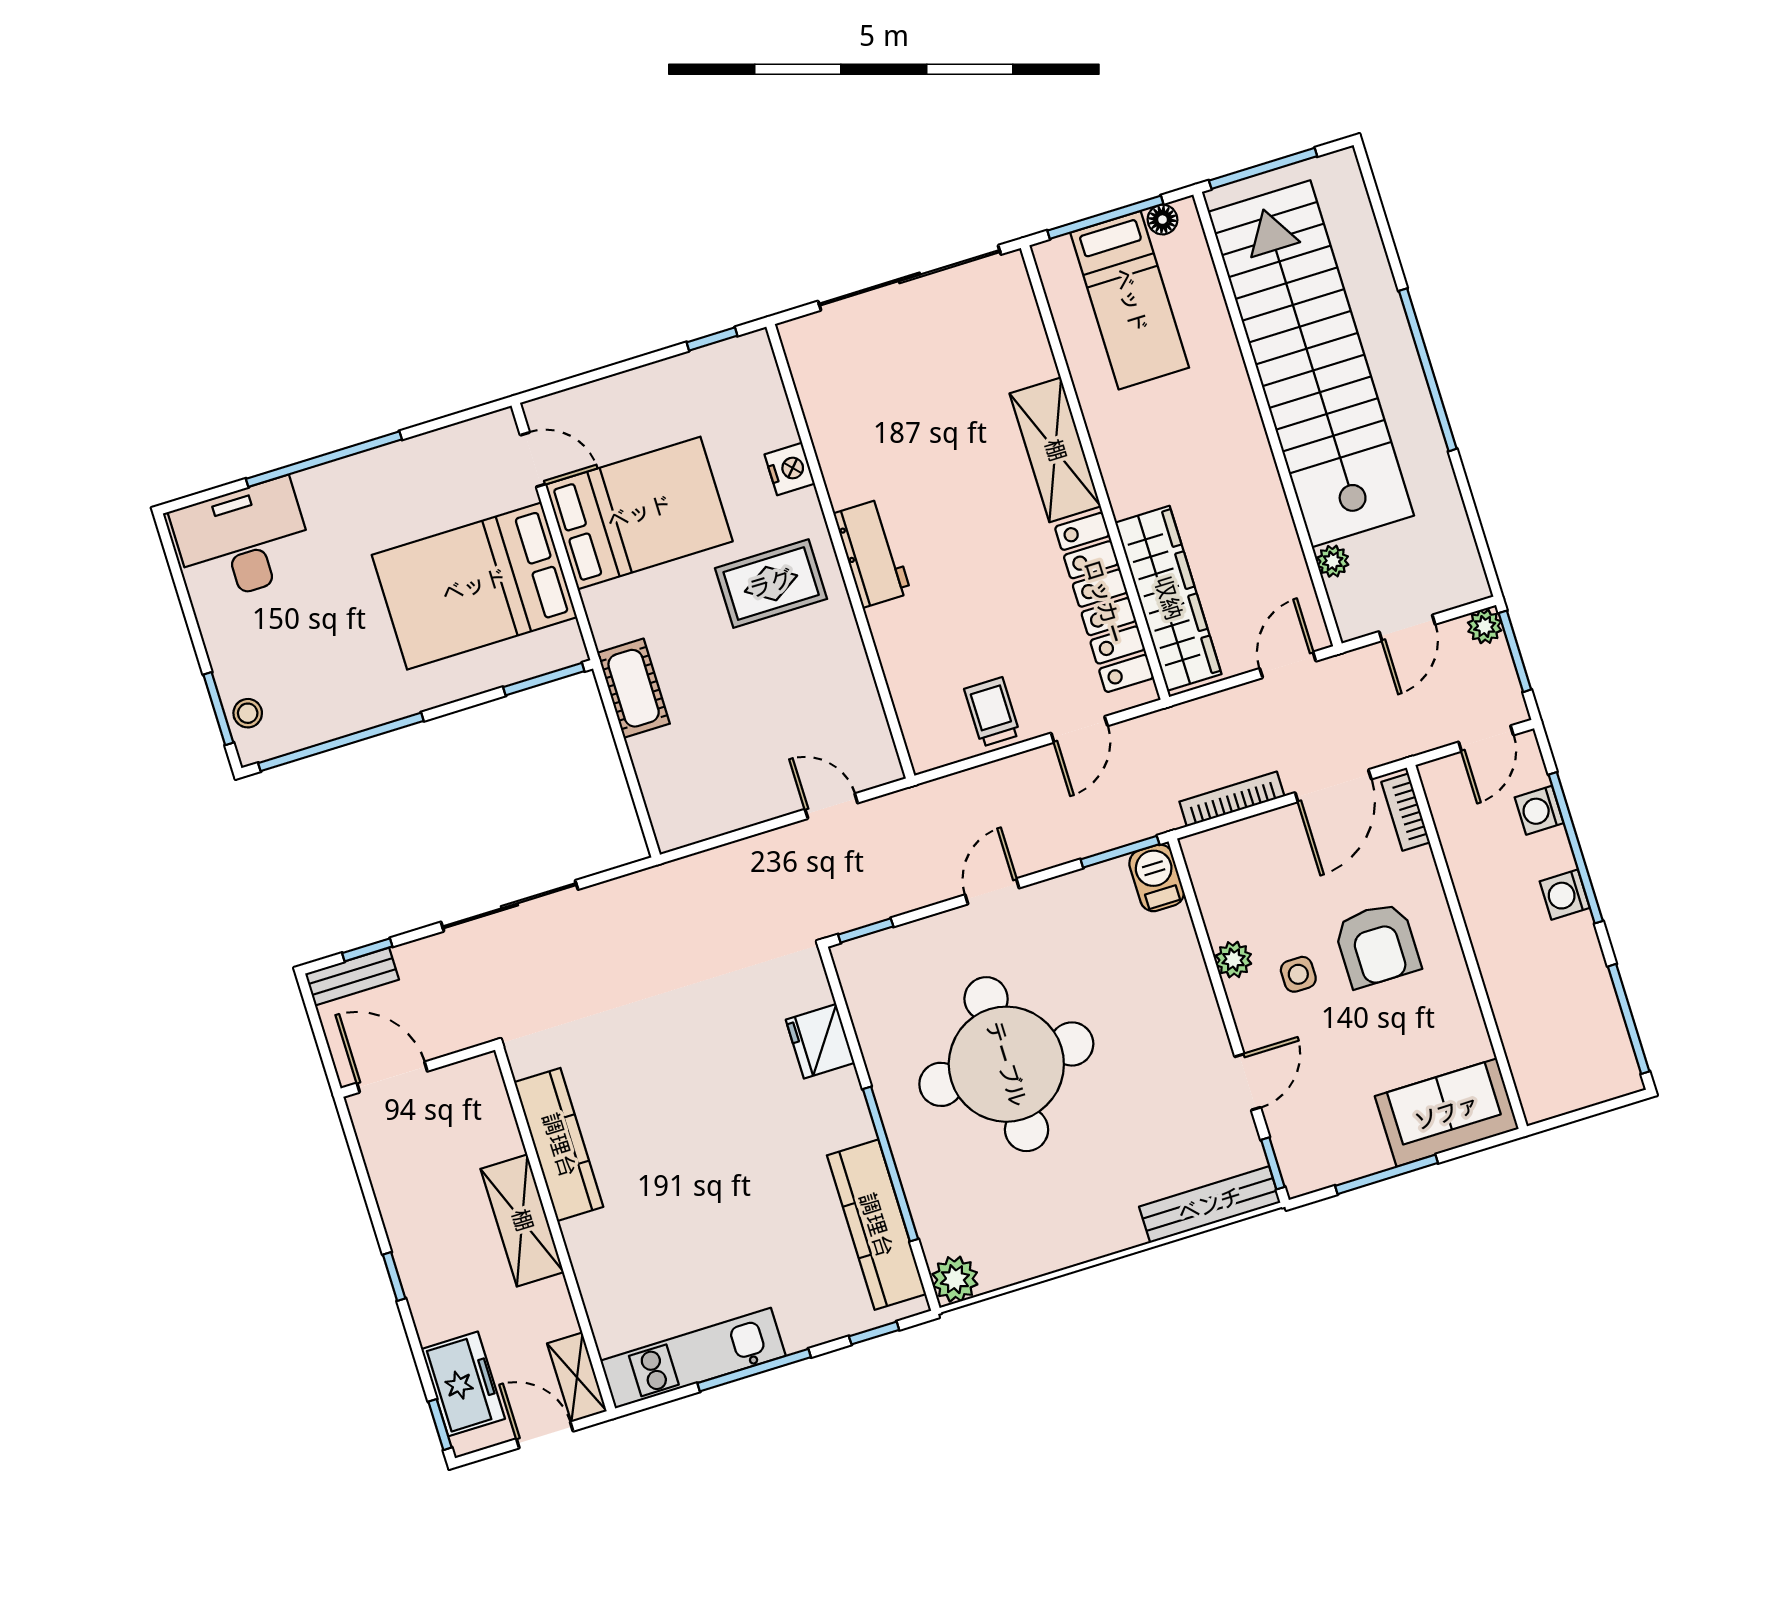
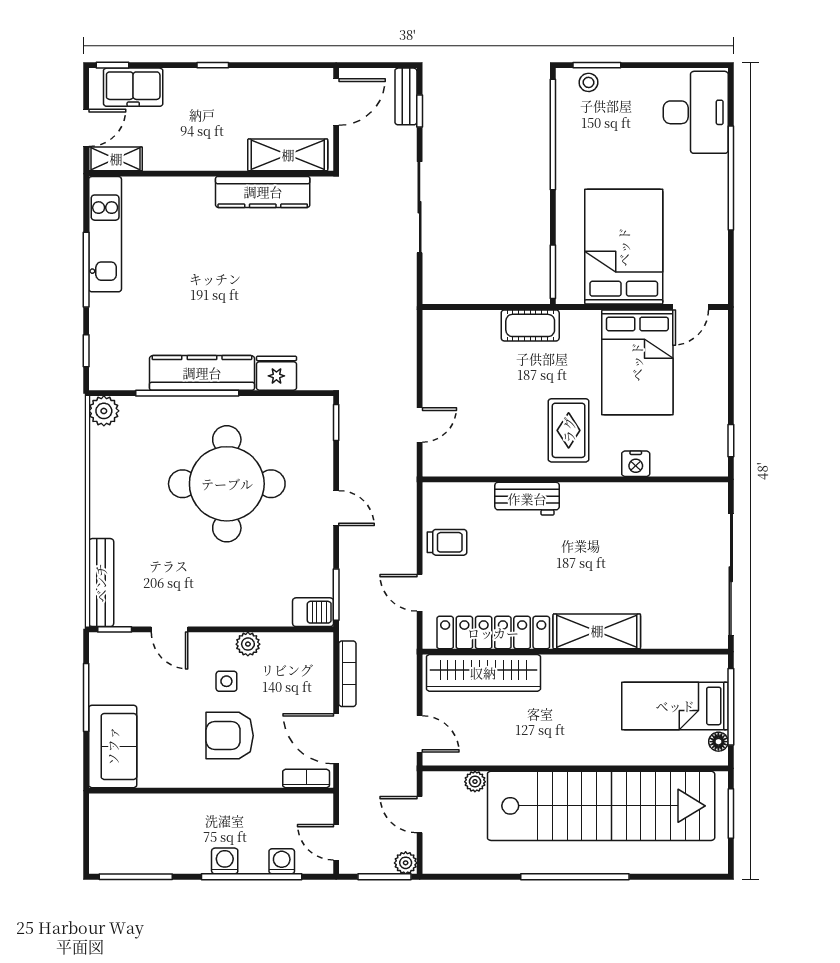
window: (1263, 168) -> (731, 814), width x0.69
workbench: (872, 553) -> (527, 499), moved
shelving: (522, 1220) -> (288, 155), moved
kitchen counter: (876, 1225) -> (202, 373), moved

